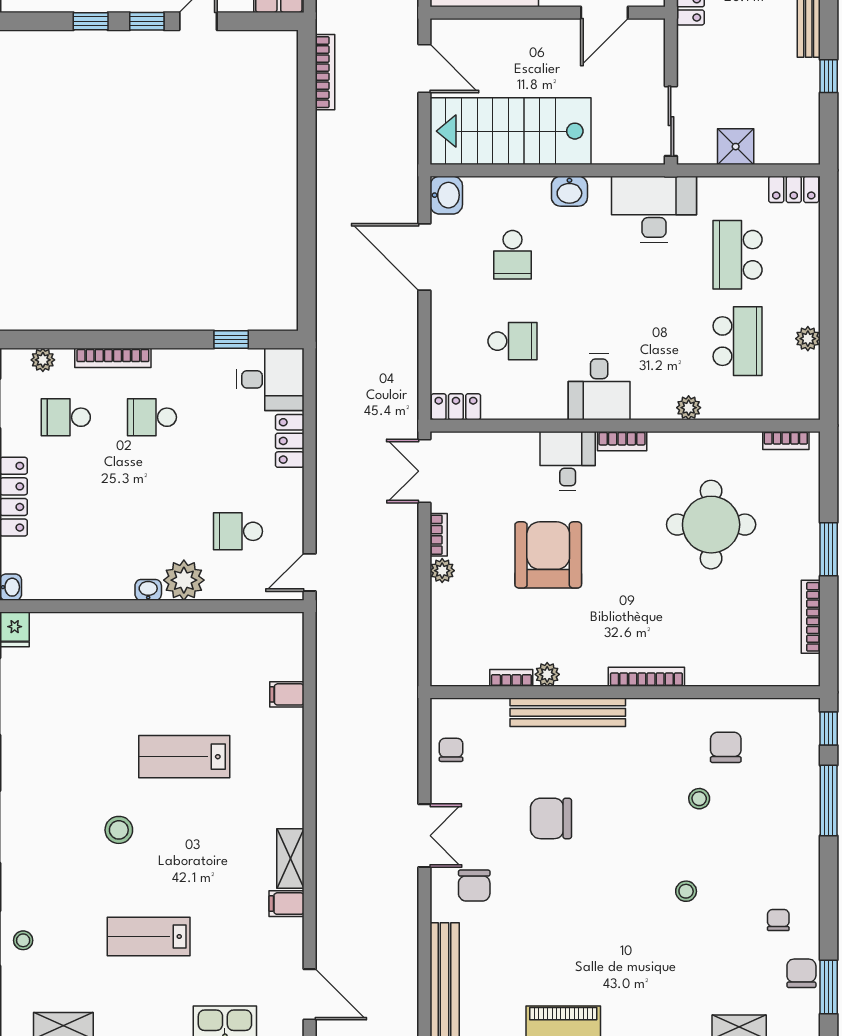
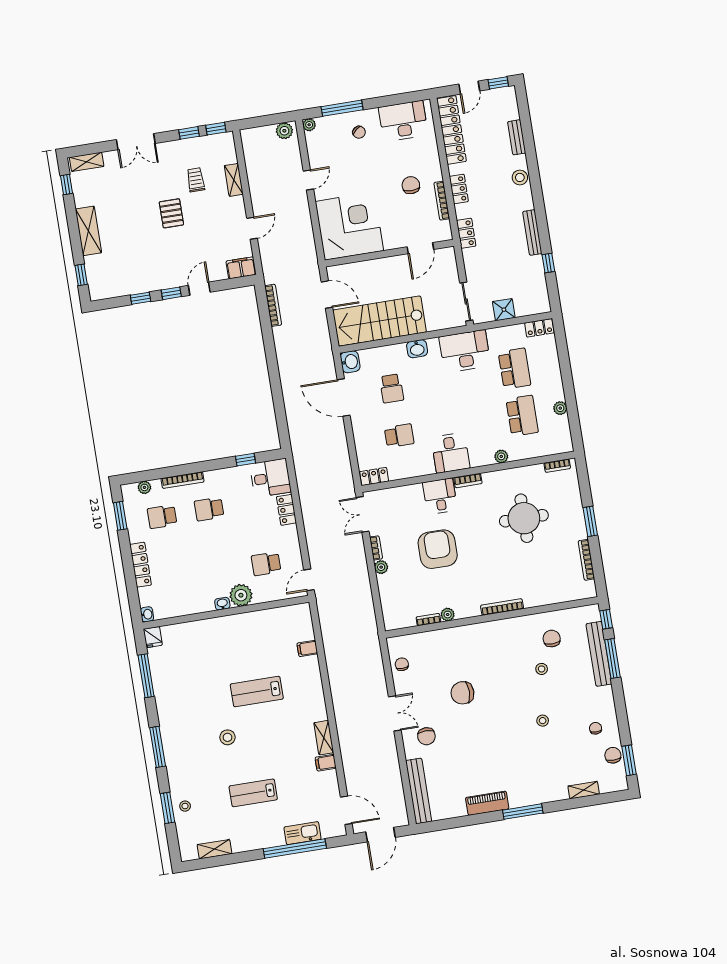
school desk: (738, 255) -> (514, 369), turned 180
bench: (568, 712) -> (599, 654), moved, turned 90

